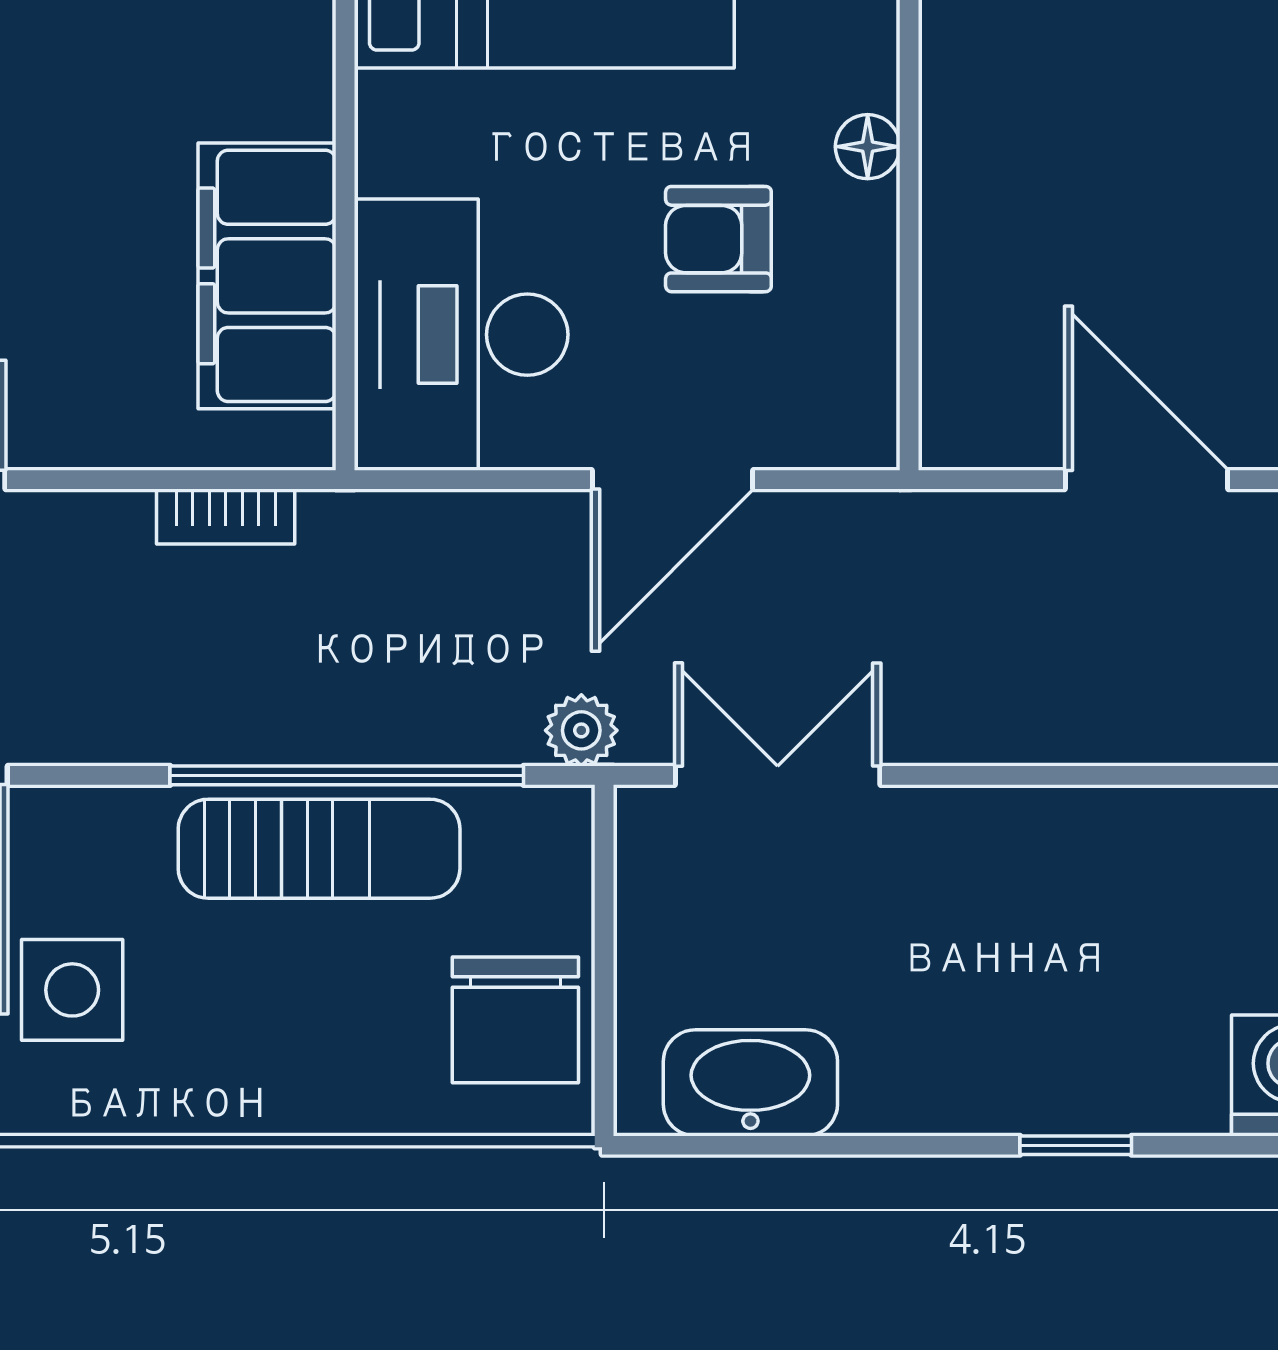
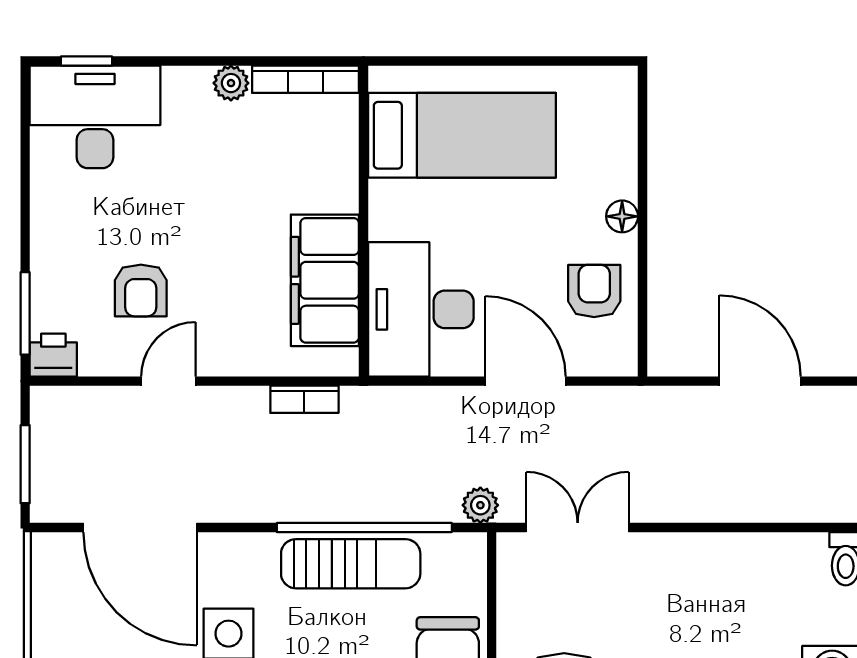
armchair: (718, 239) -> (594, 291), moved, turned 90
door: (672, 480) -> (525, 381), swing flipped

